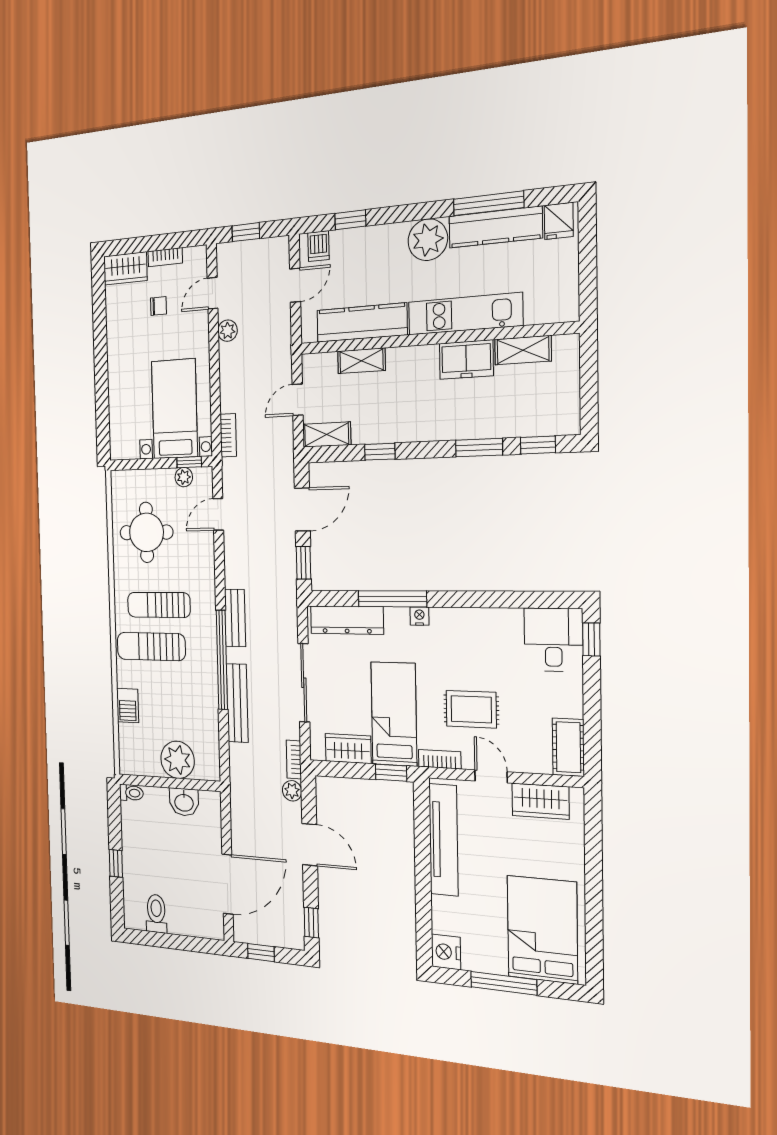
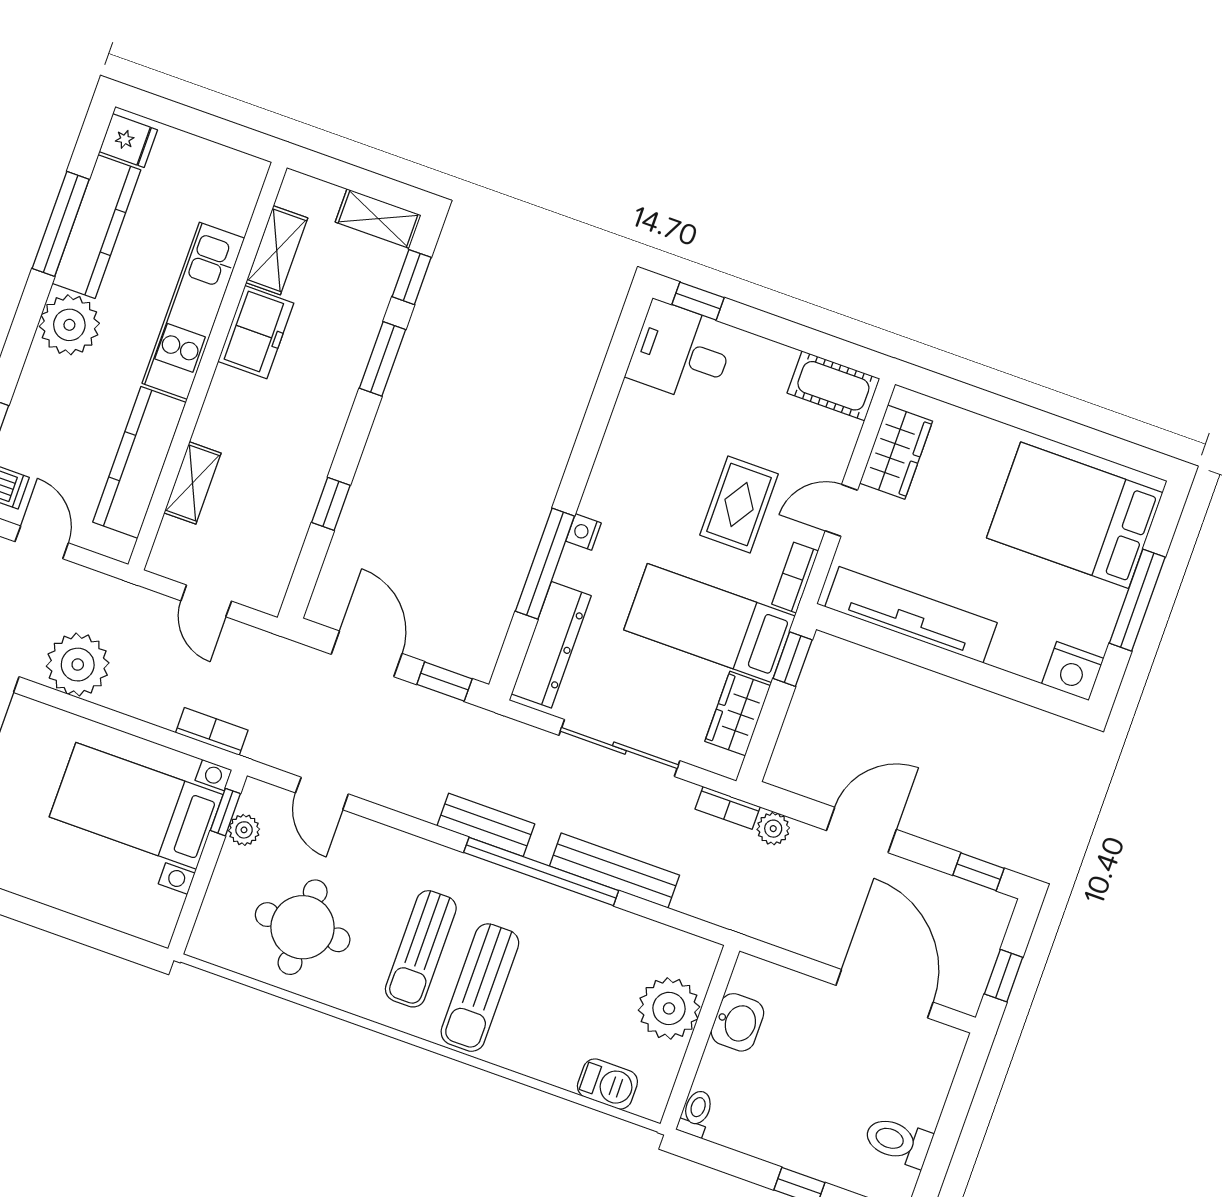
plant: (228, 331) -> (78, 665), width x1.87, depth x1.87
shelving: (327, 434) -> (378, 219), moved, turned 90
barbecue: (128, 706) -> (607, 1084), moved

